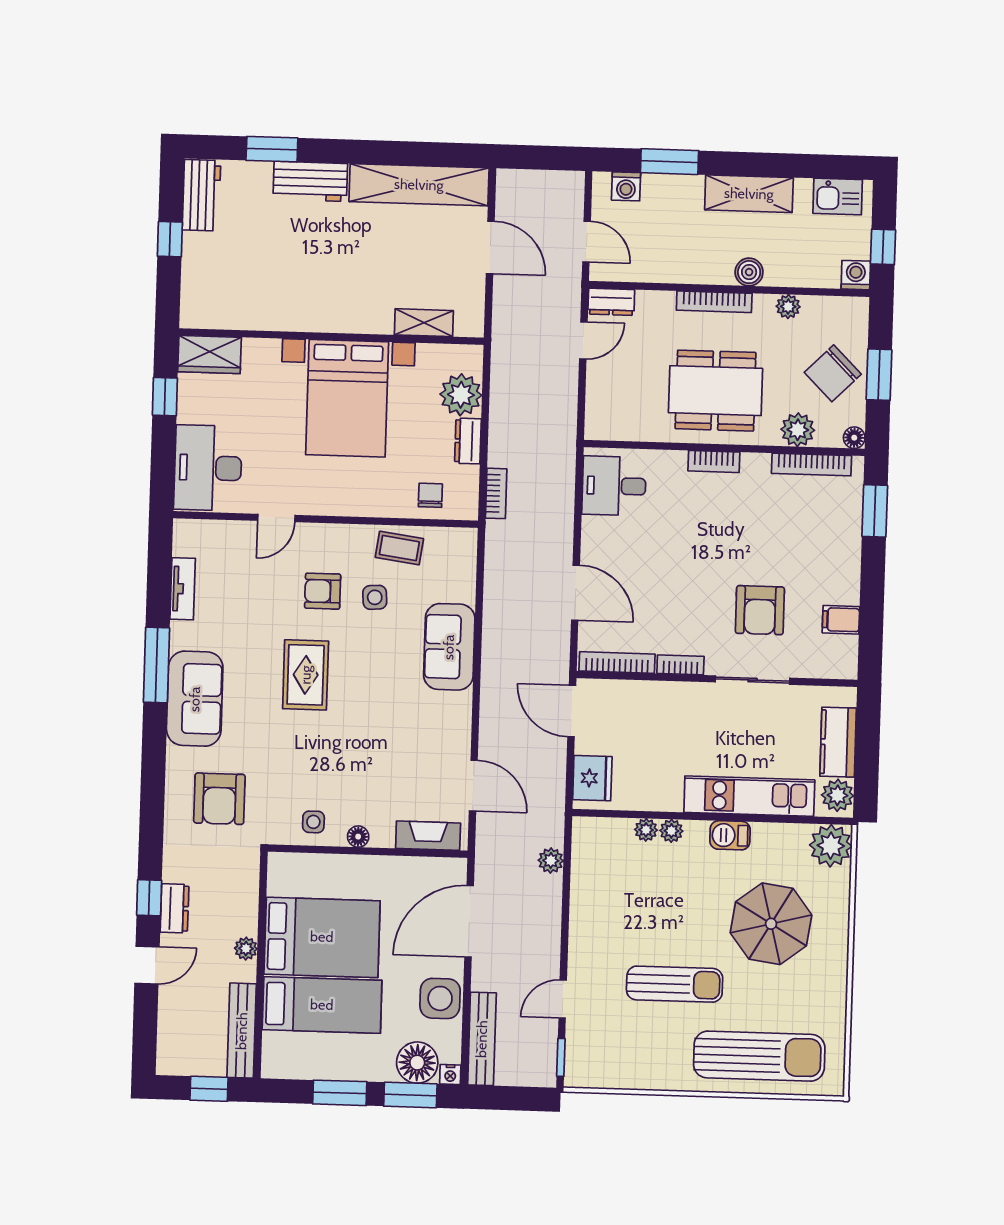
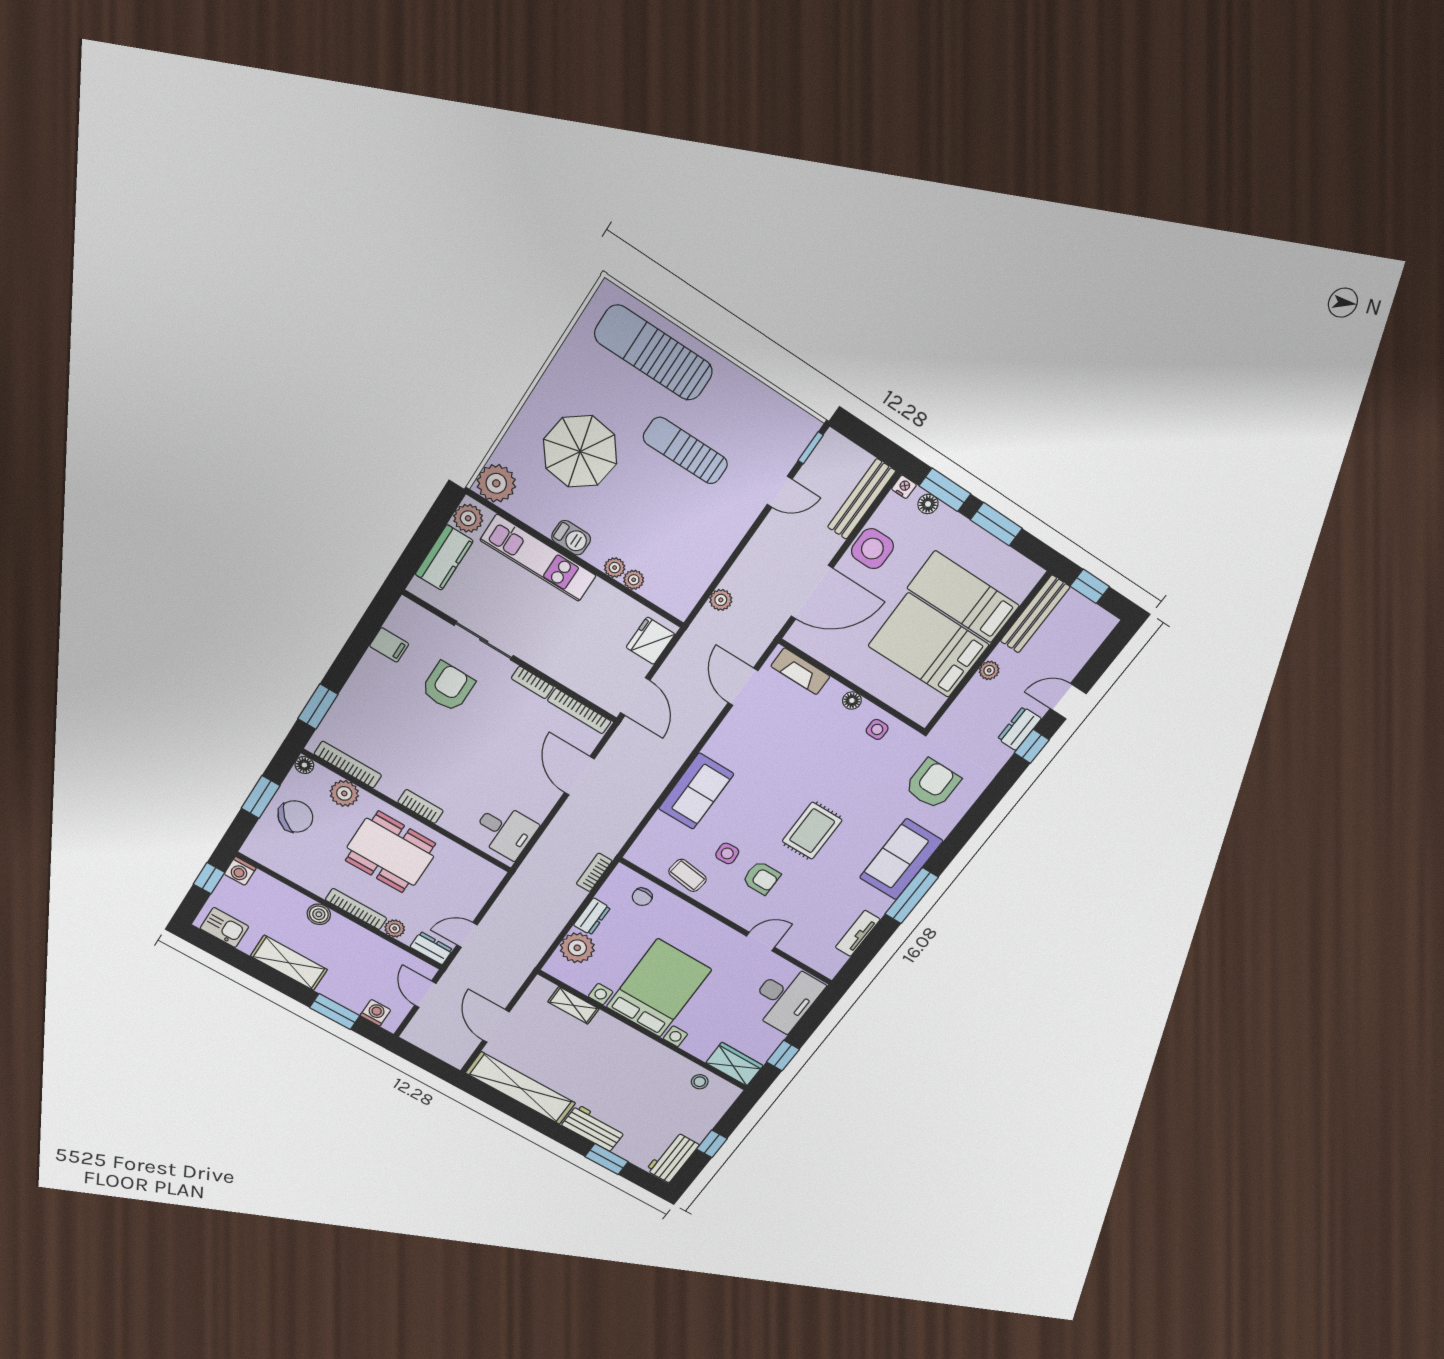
plant: (788, 307) -> (395, 928), moved
stool: (233, 310) -> (700, 1082), added
floor lamp: (417, 1063) -> (928, 504), width x0.53, depth x0.53

